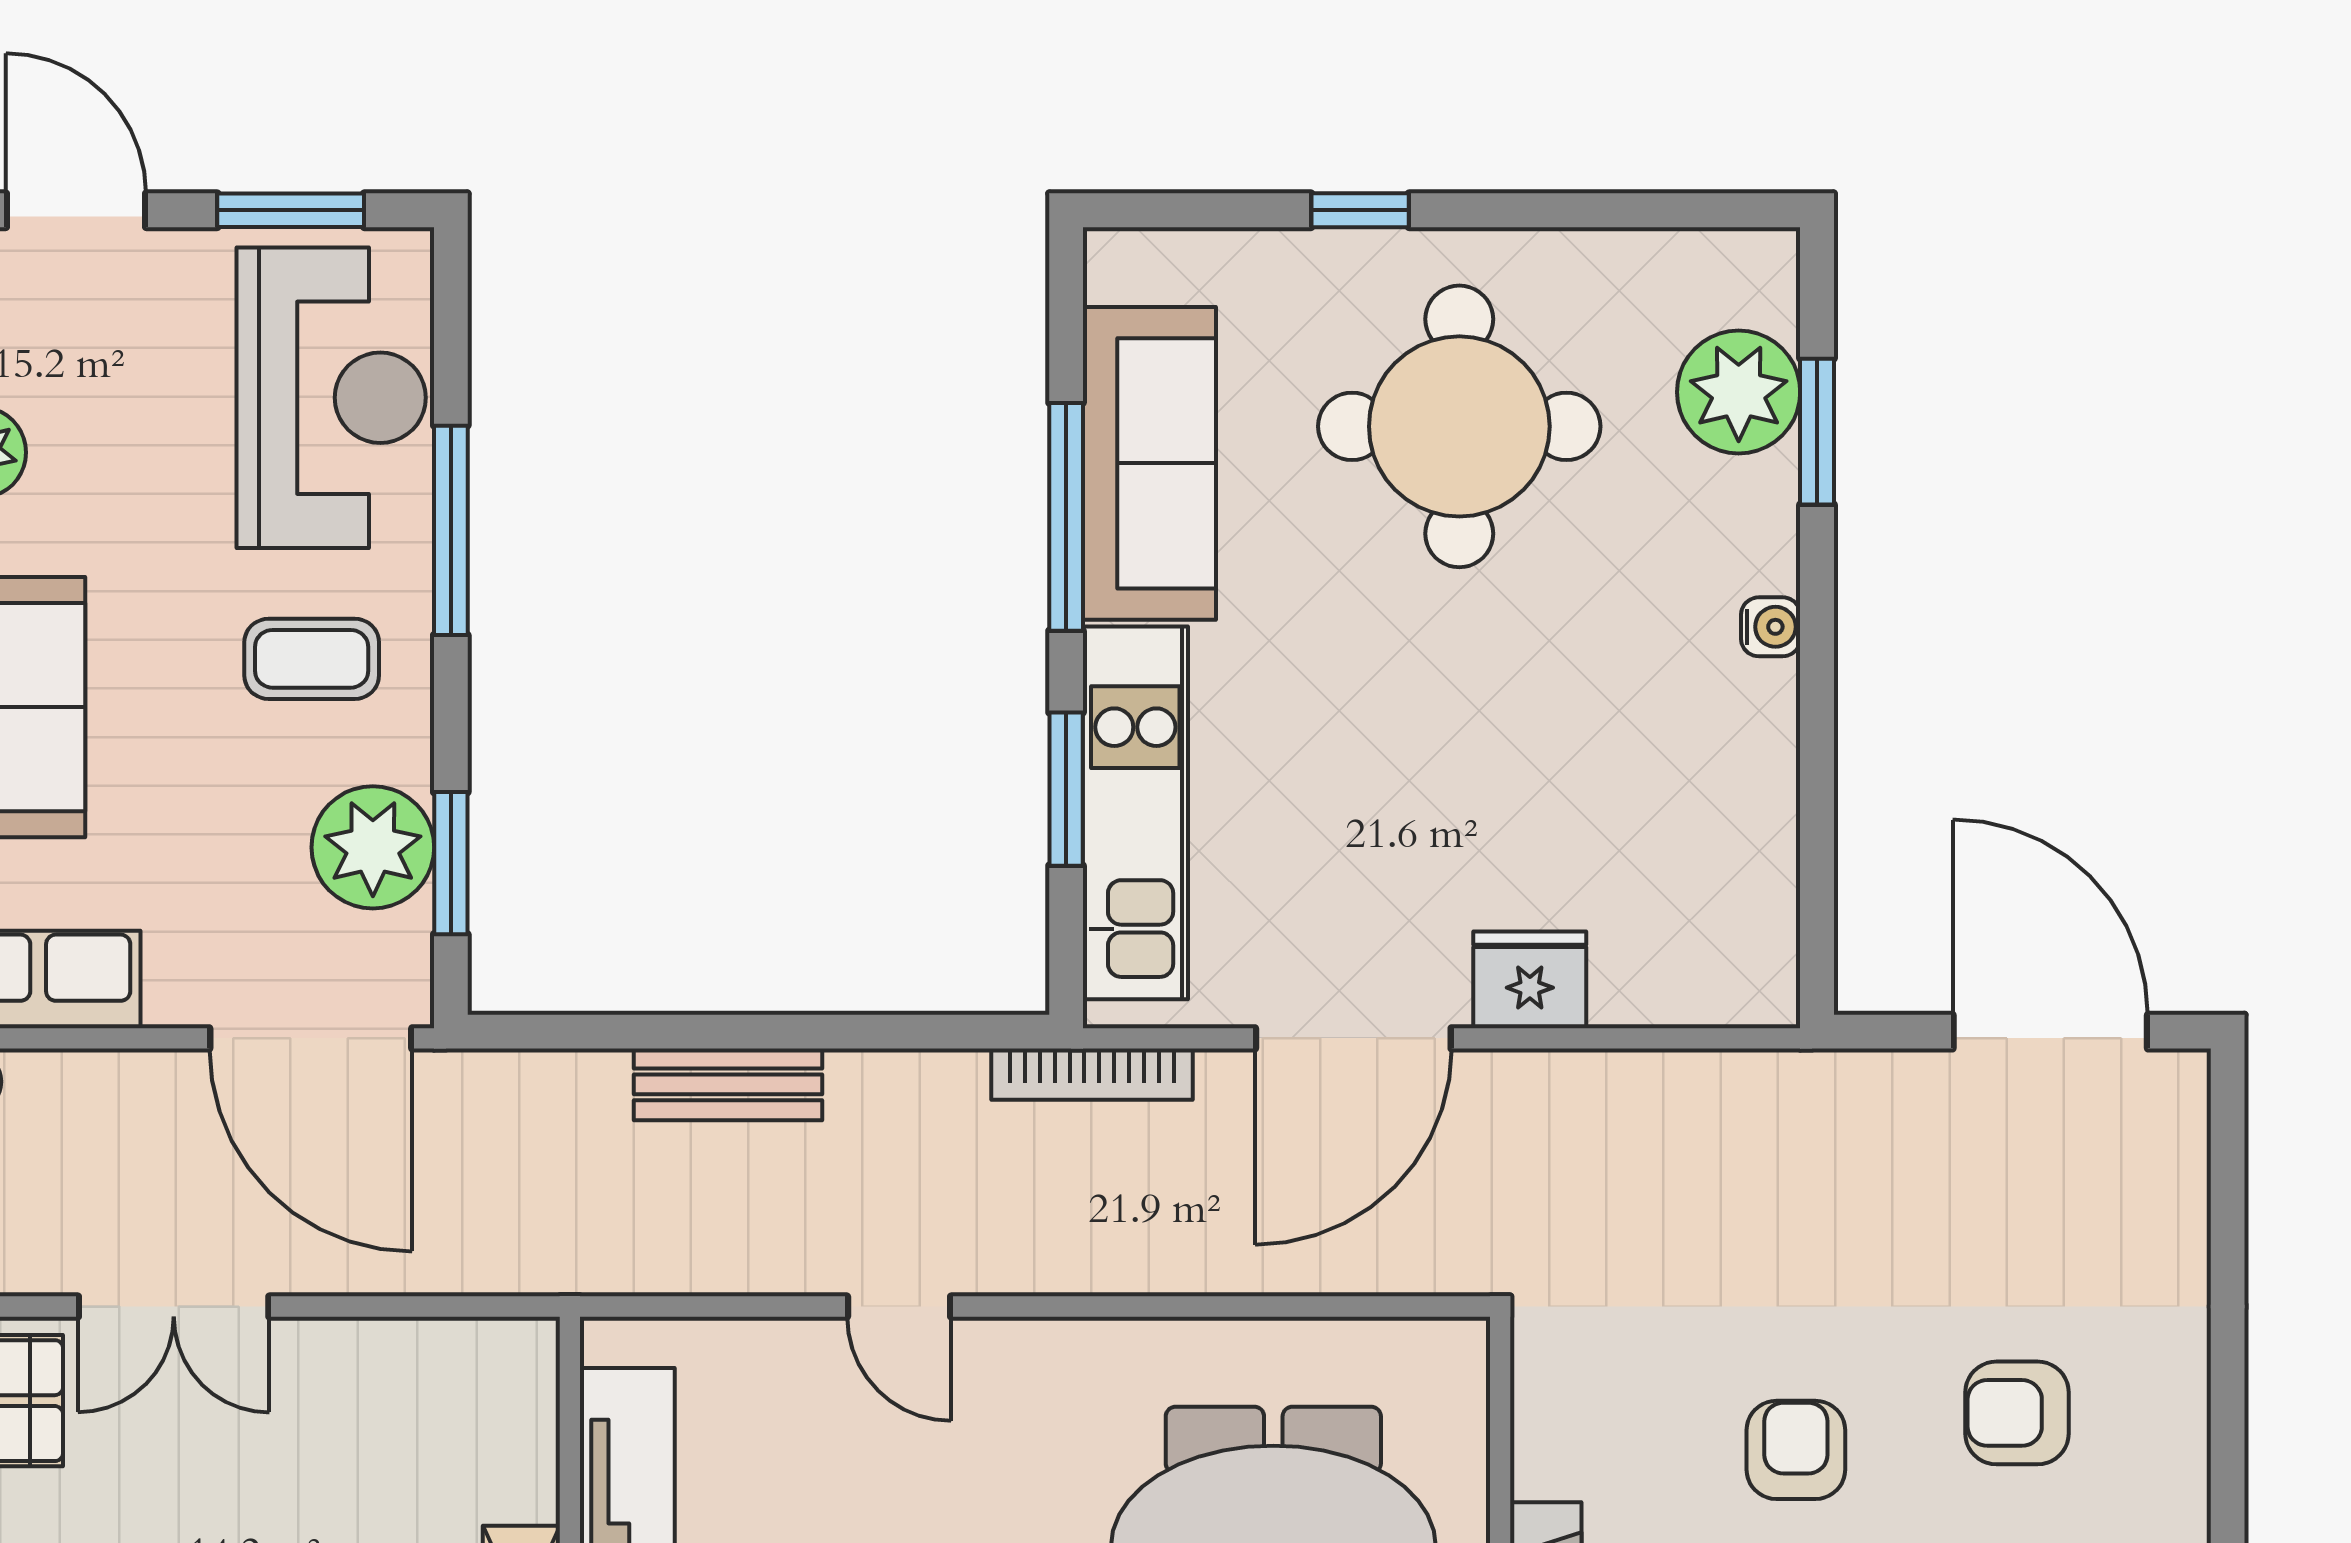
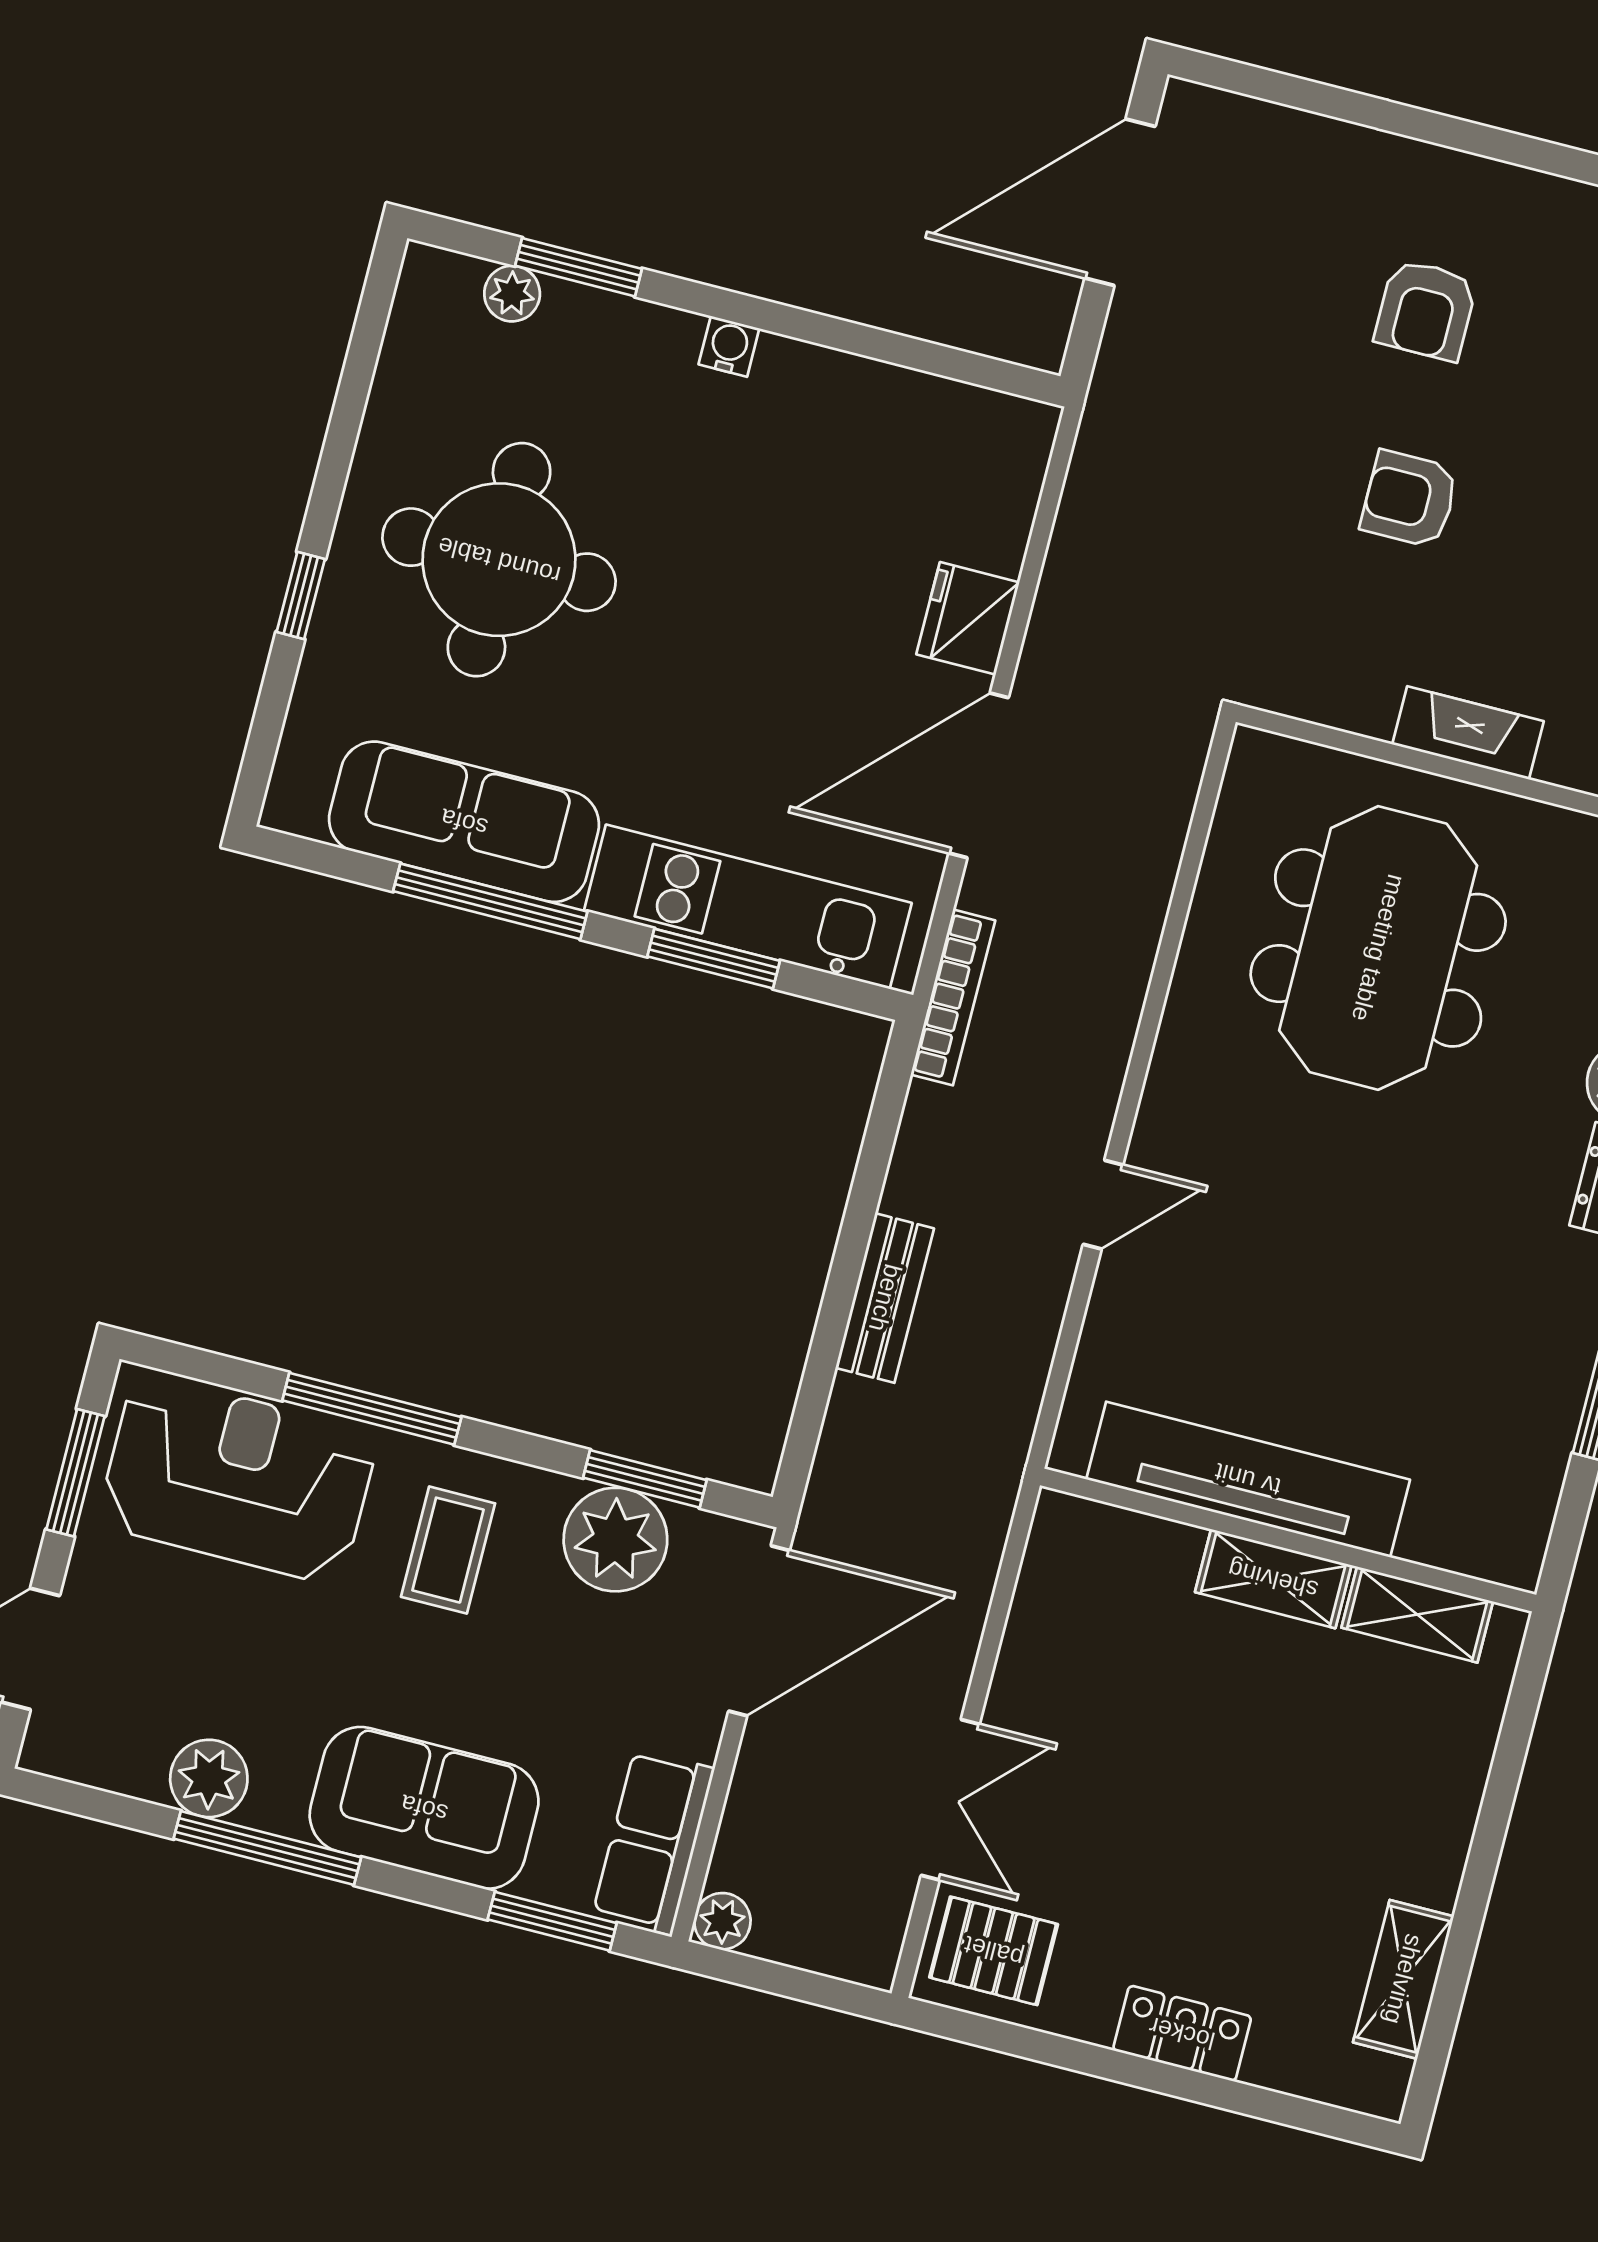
plant: (1739, 392) -> (512, 294), width x0.53, depth x0.53
door: (1353, 1038) -> (979, 775), swing flipped

